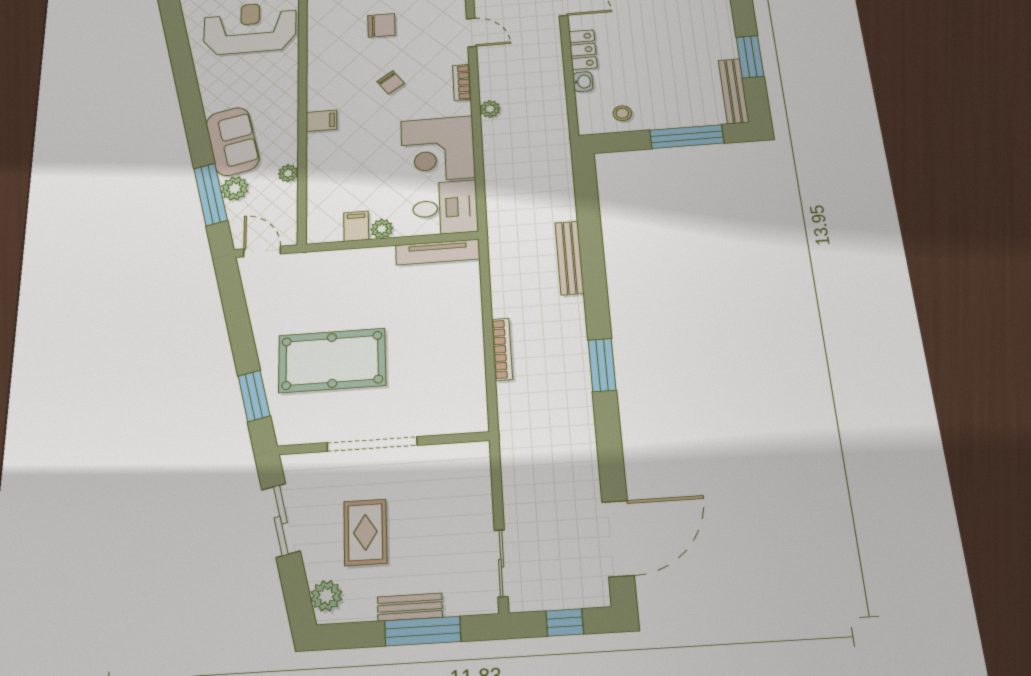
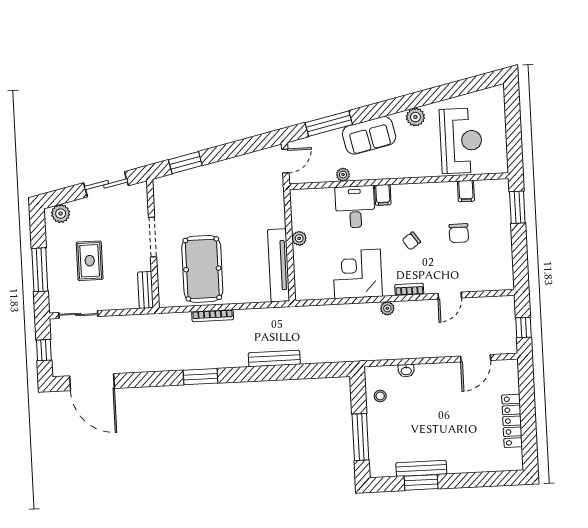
locker: (583, 50) -> (432, 371), removed
bench: (734, 91) -> (421, 468), moved
plant: (235, 188) -> (415, 117), moved
desk: (445, 208) -> (355, 207), moved, turned 180
filing cabinet: (356, 226) -> (466, 191), moved, turned 90
tv unit: (438, 252) -> (279, 265), width x1.36, depth x1.29
pool table: (332, 360) -> (202, 269), moved
doorway: (372, 444) -> (153, 237), width x0.73
rug: (365, 532) -> (90, 261), moved, turned 90
bench: (410, 607) -> (146, 290), moved

